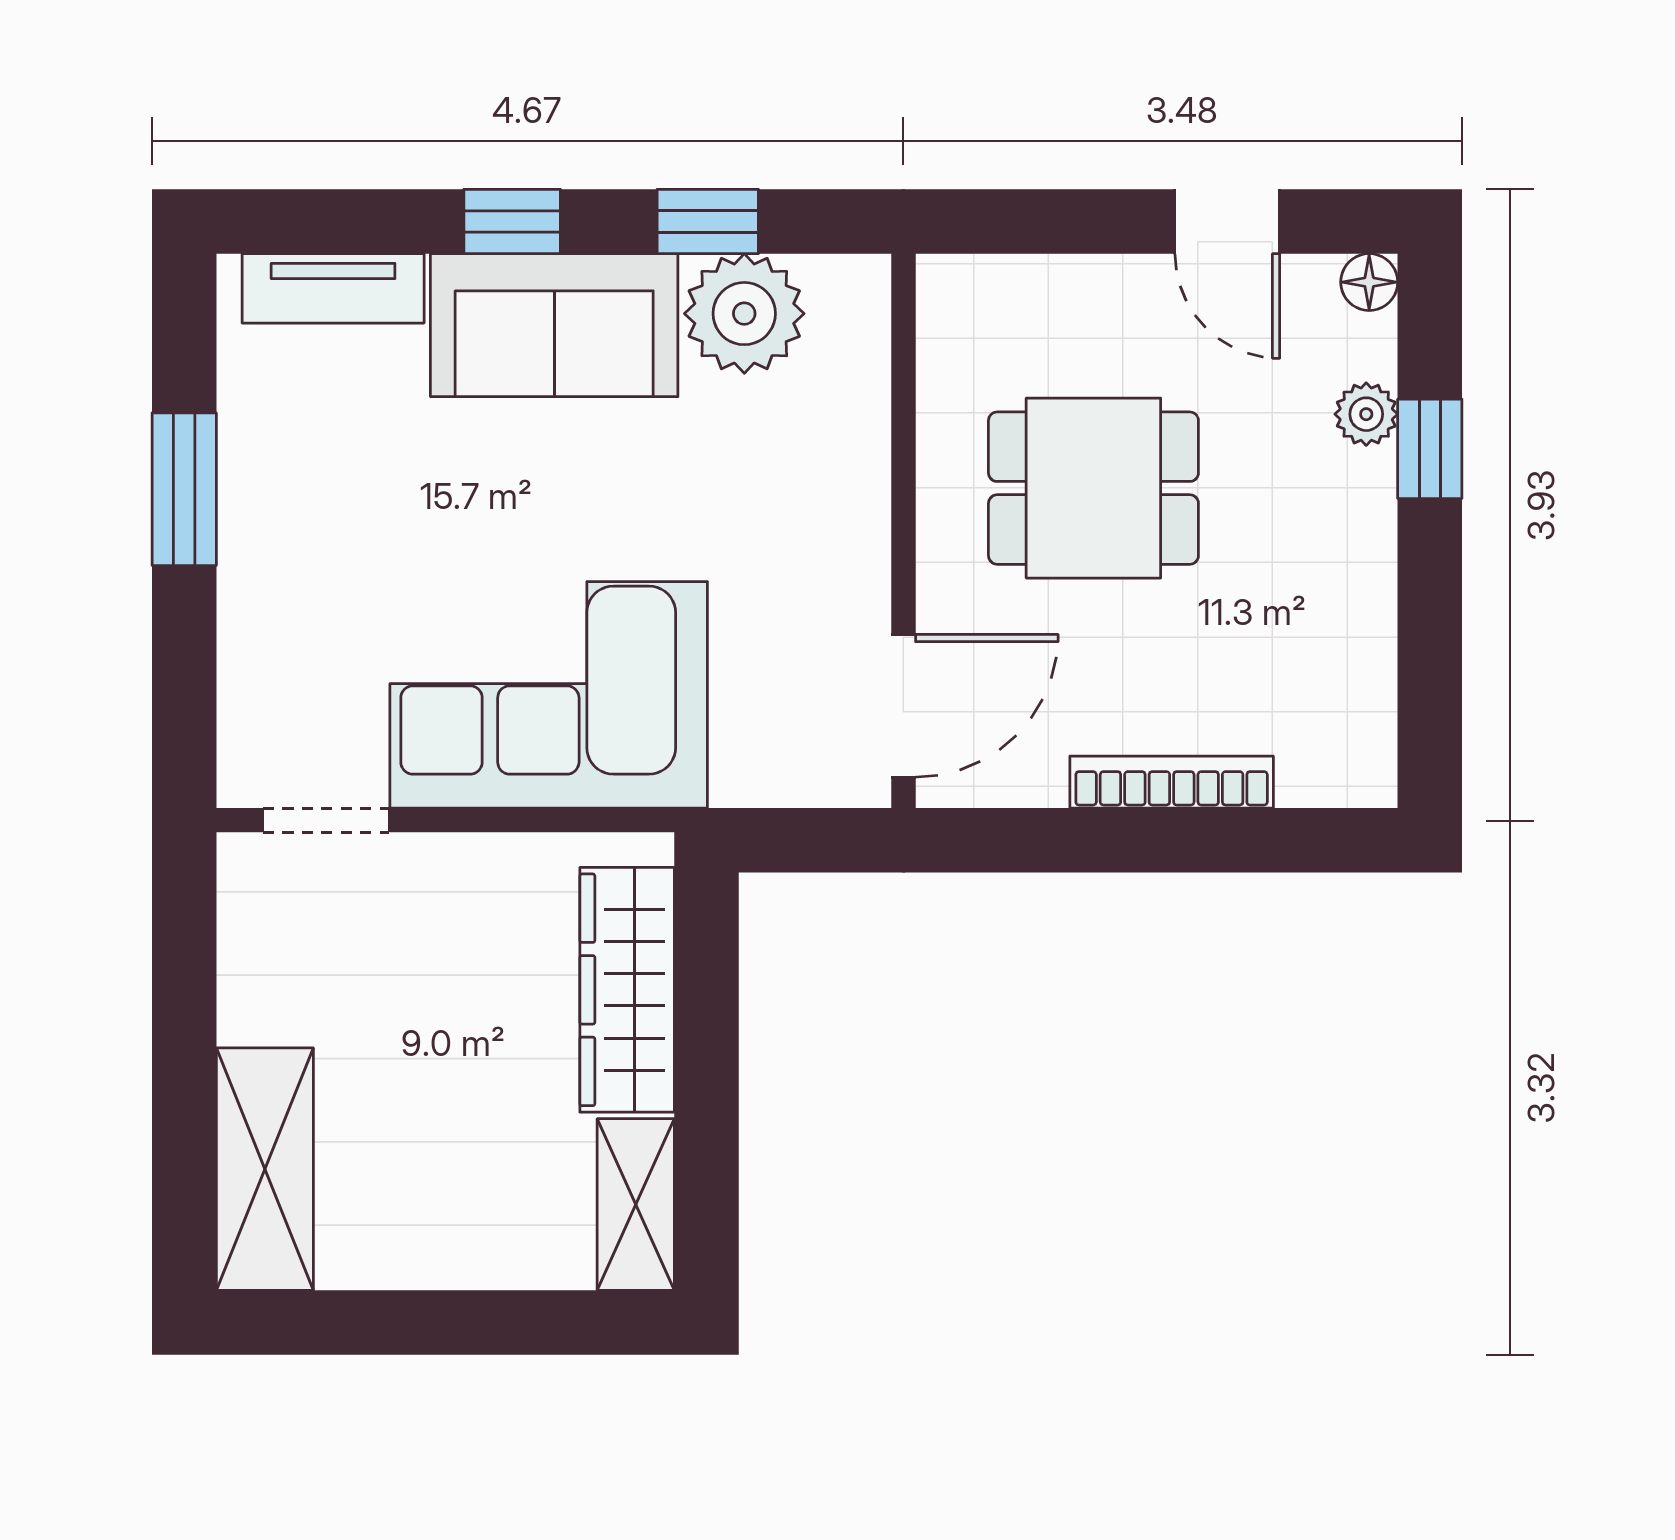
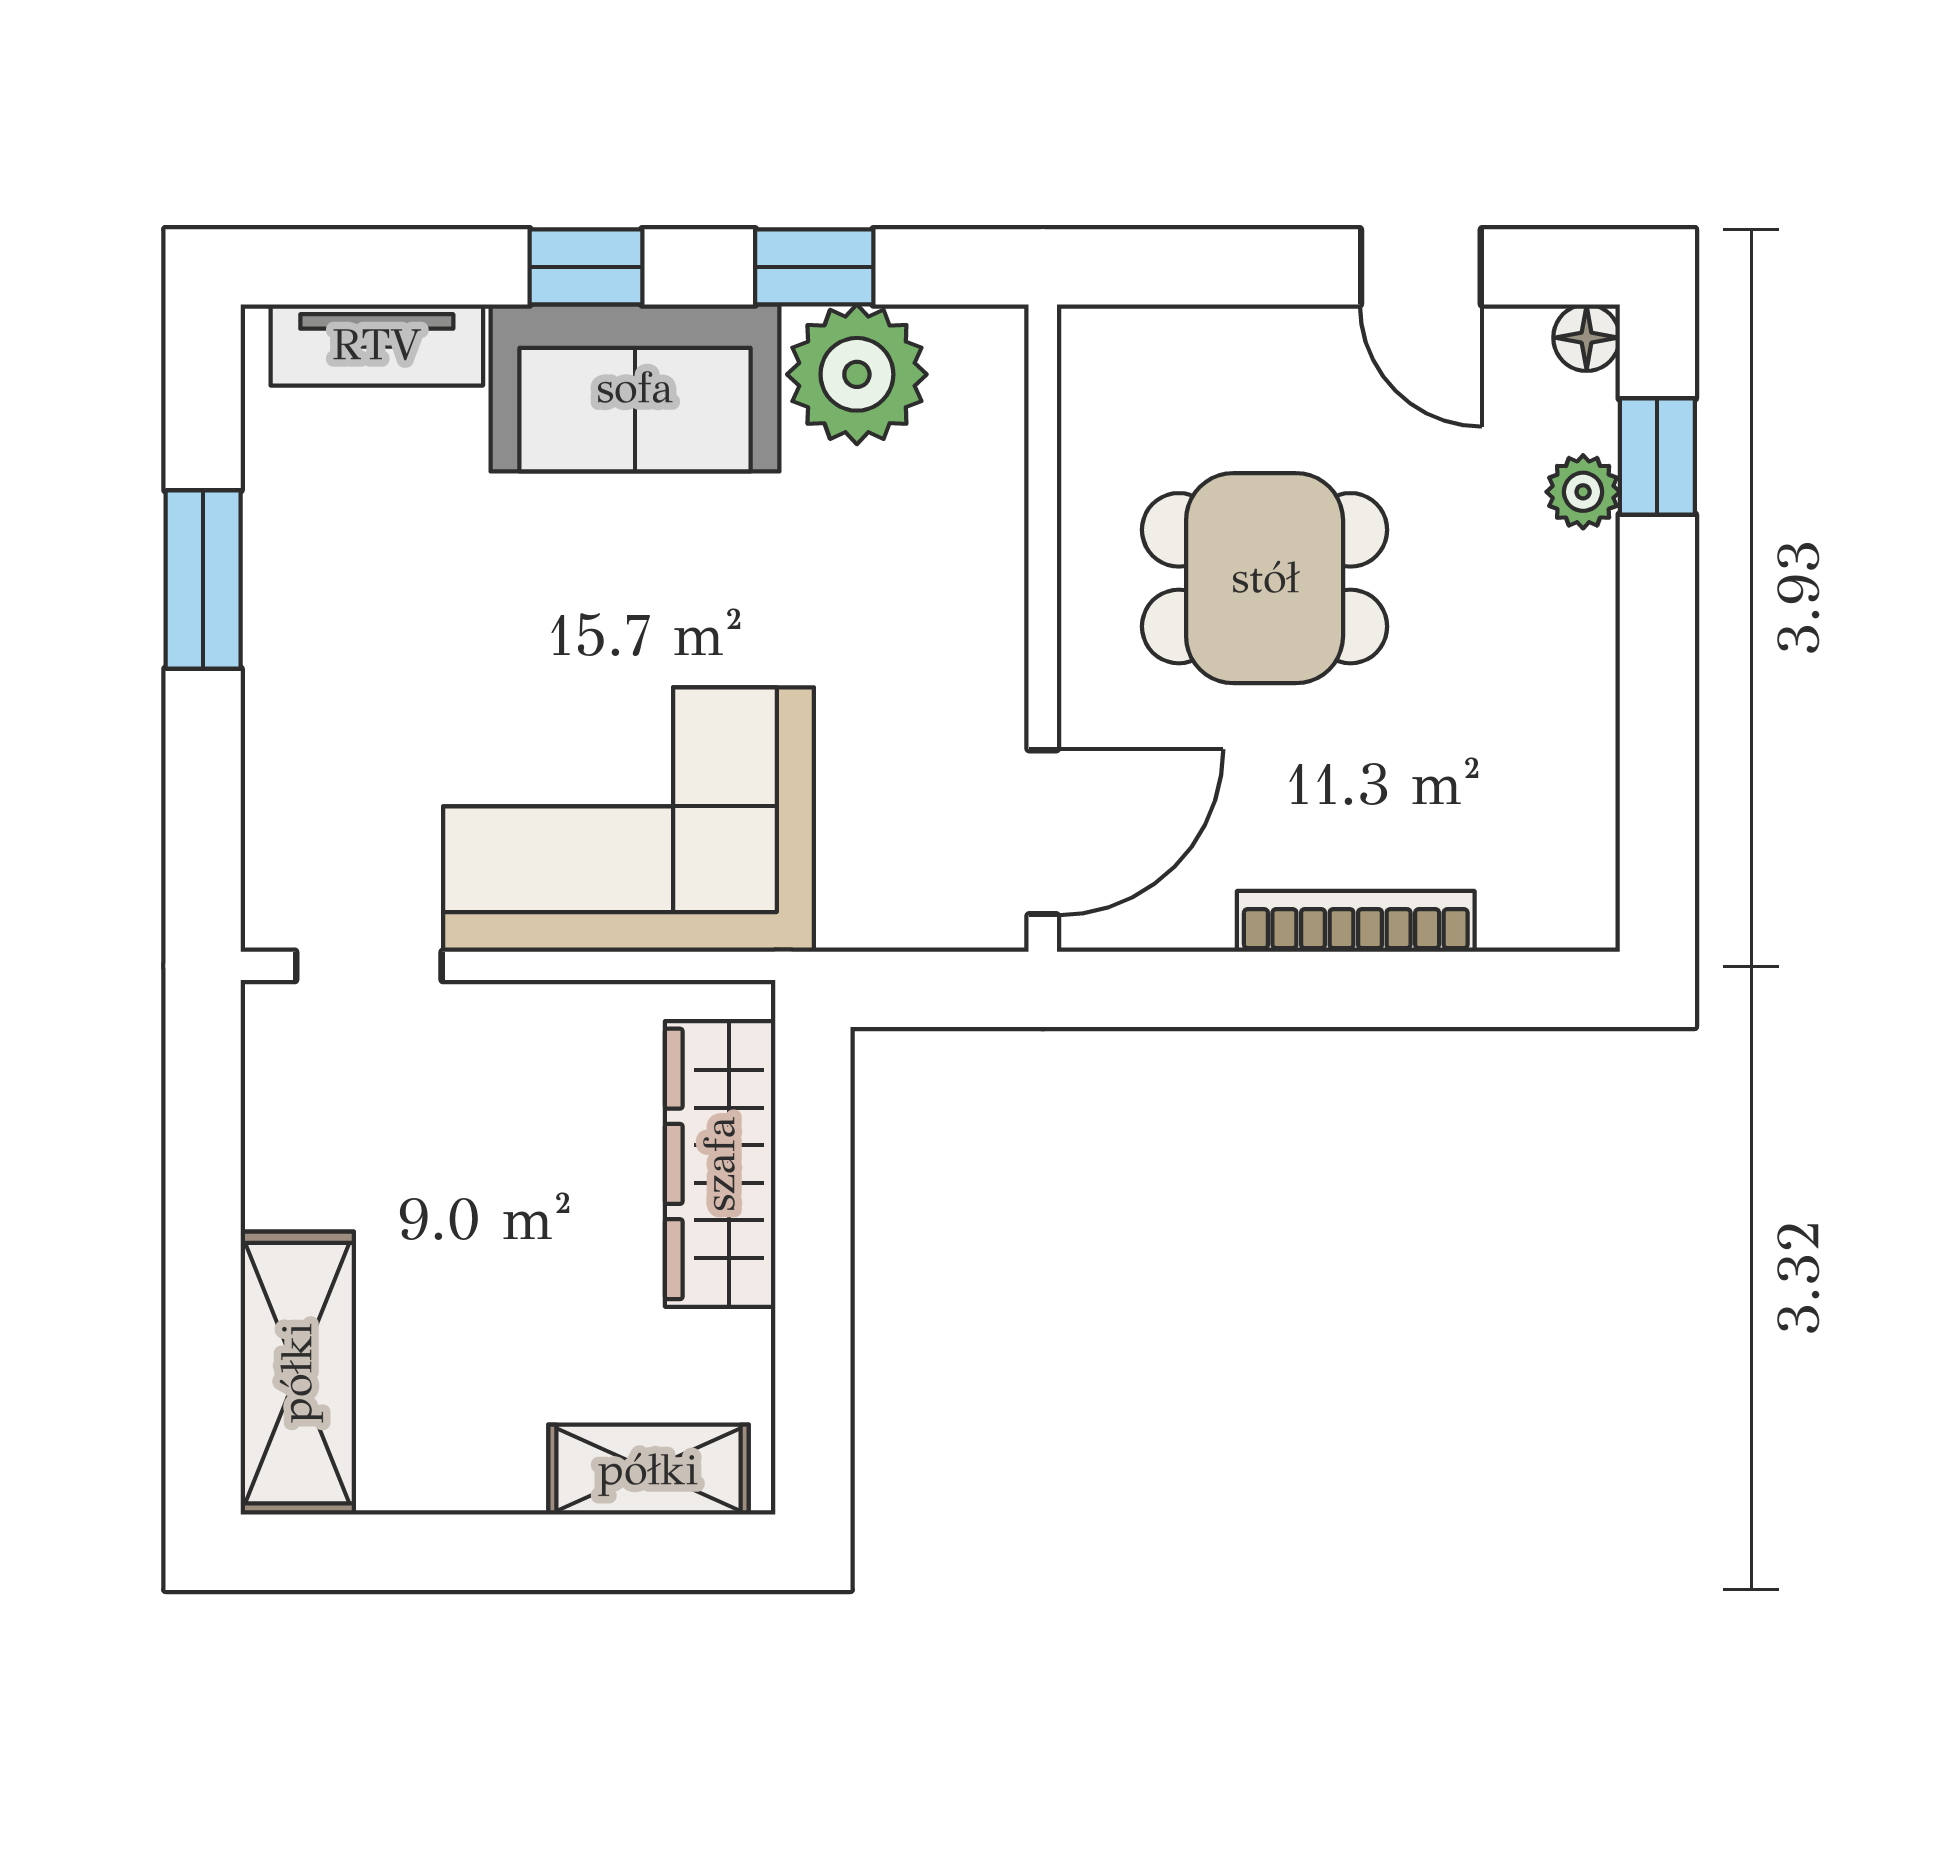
window: (1430, 449) -> (1657, 456), moved
shelving: (636, 1204) -> (648, 1470), moved, turned 90

